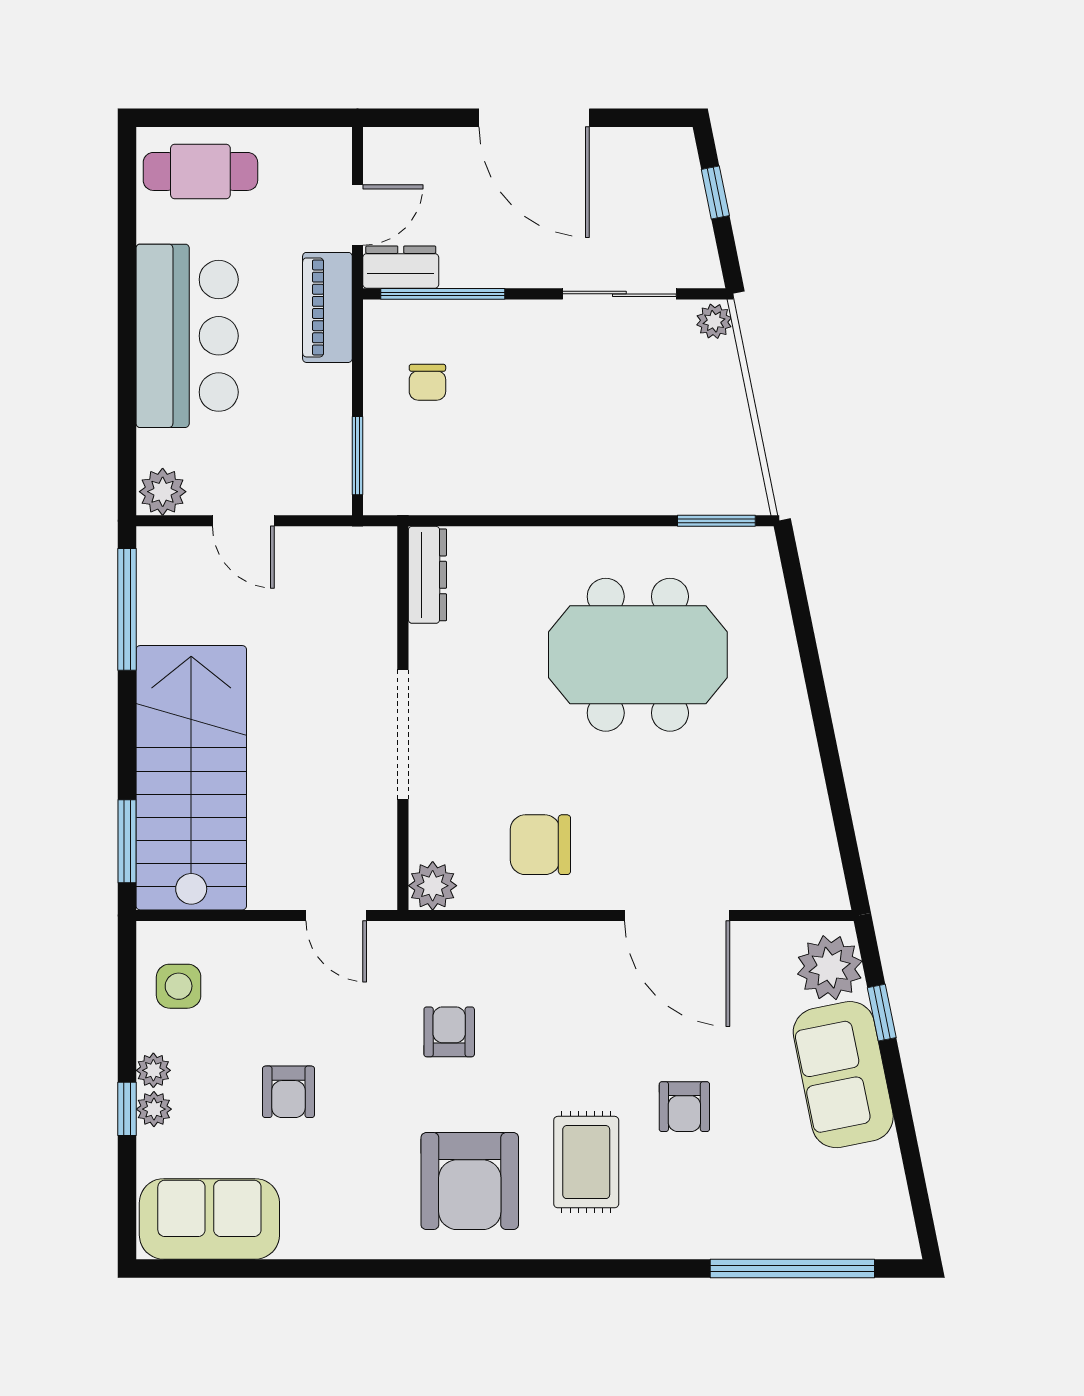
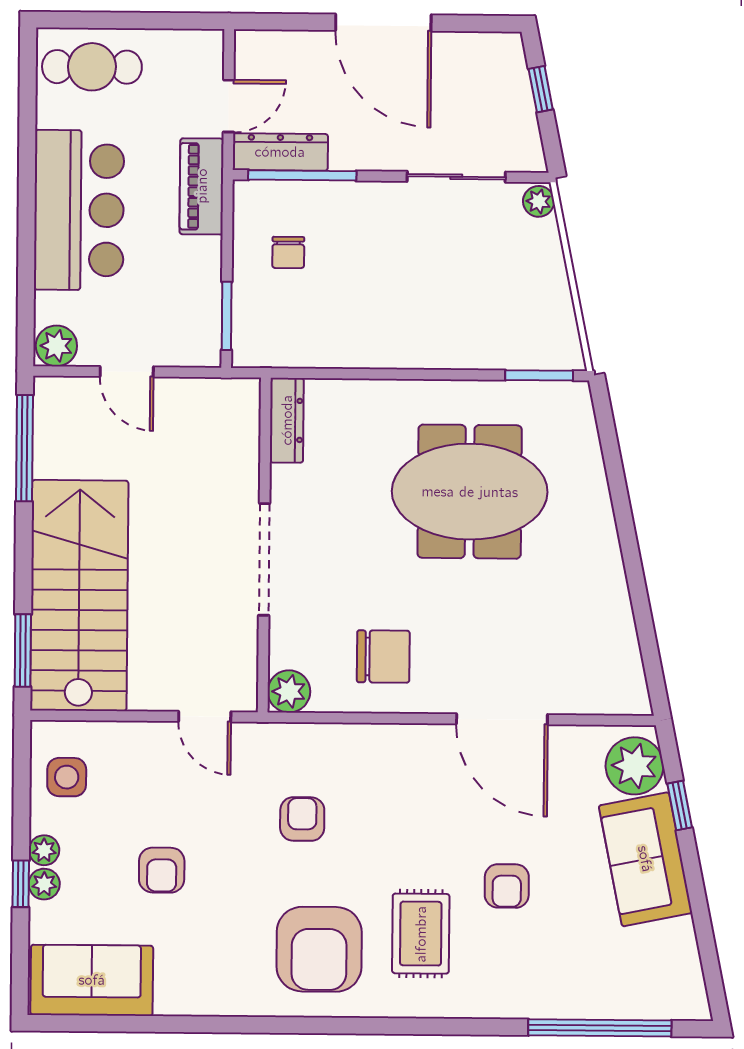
dresser: (401, 267) -> (280, 152), width x1.44
chair: (540, 845) -> (383, 656), turned 180

